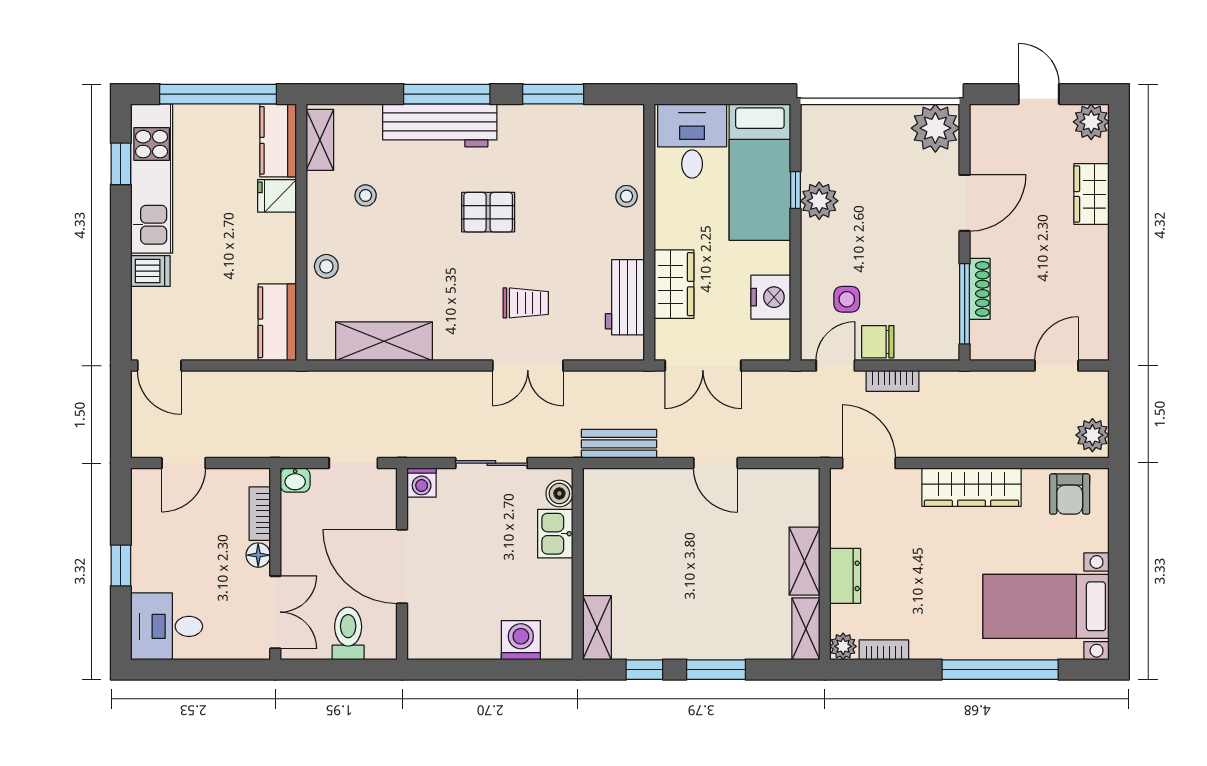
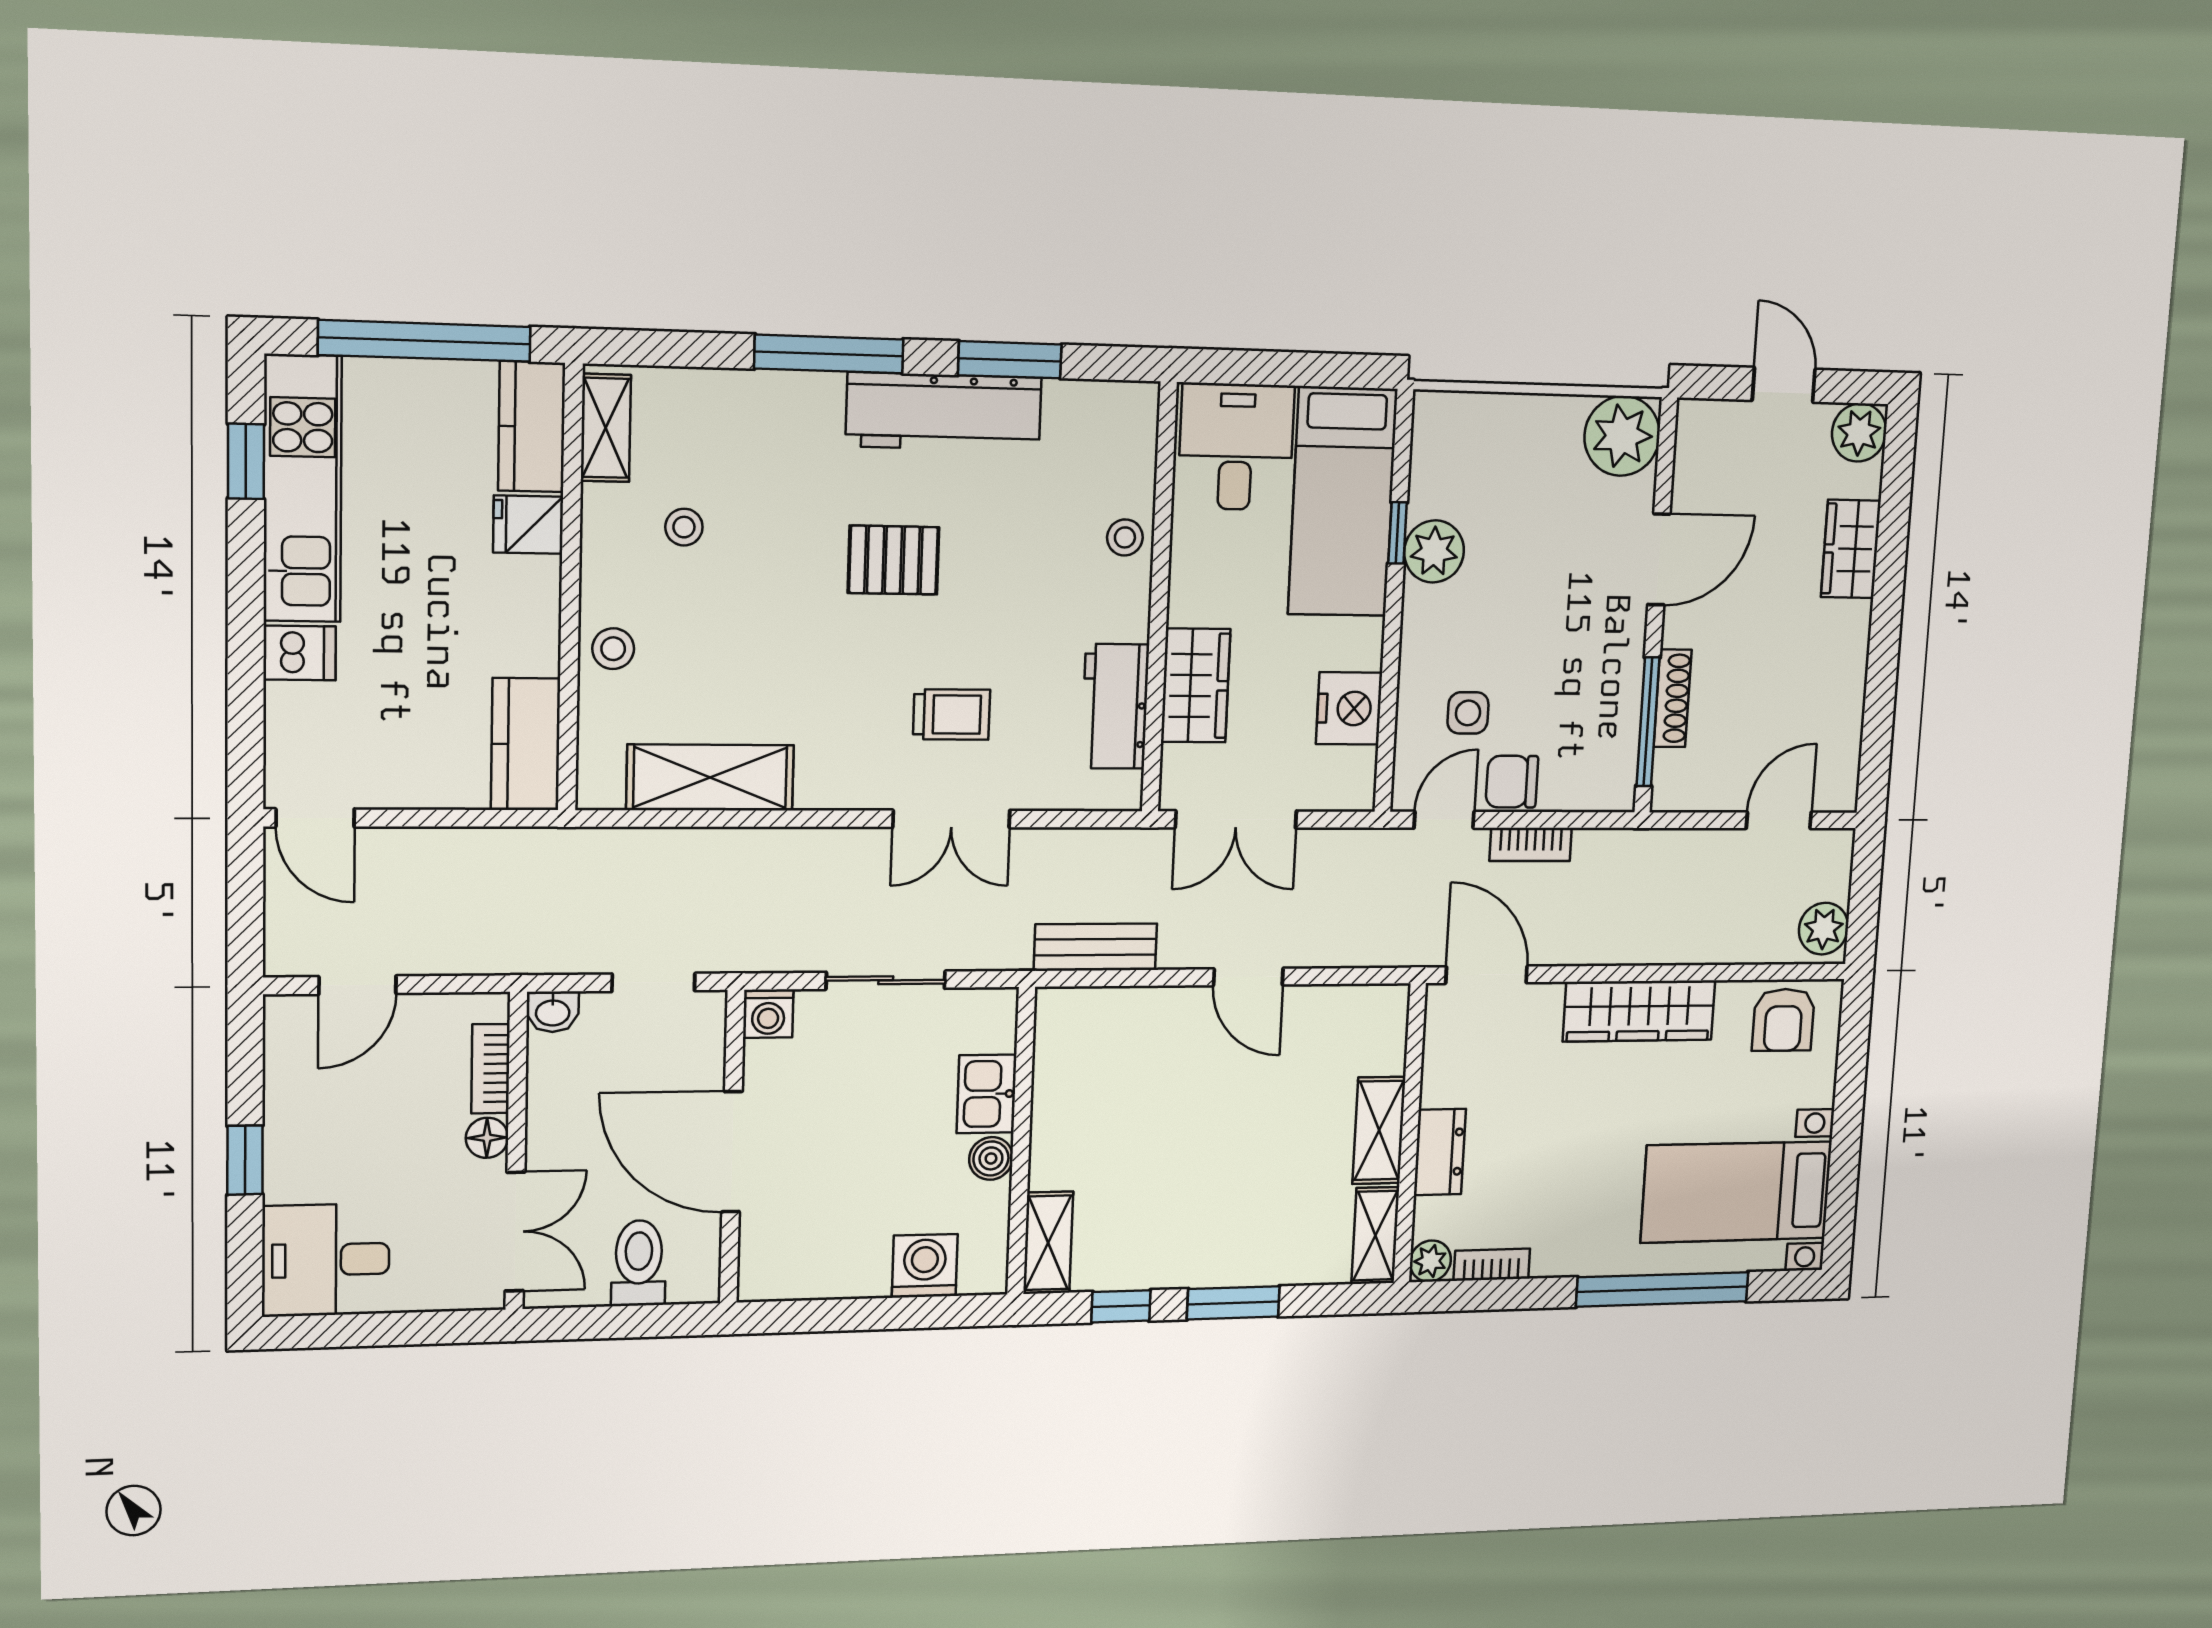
workbench: (440, 125) -> (944, 412), moved
boiler: (559, 493) -> (991, 1158), moved

